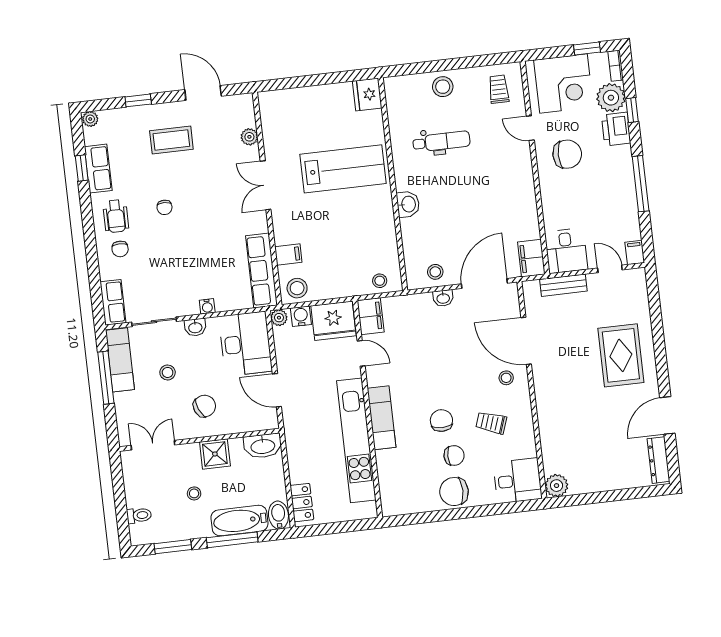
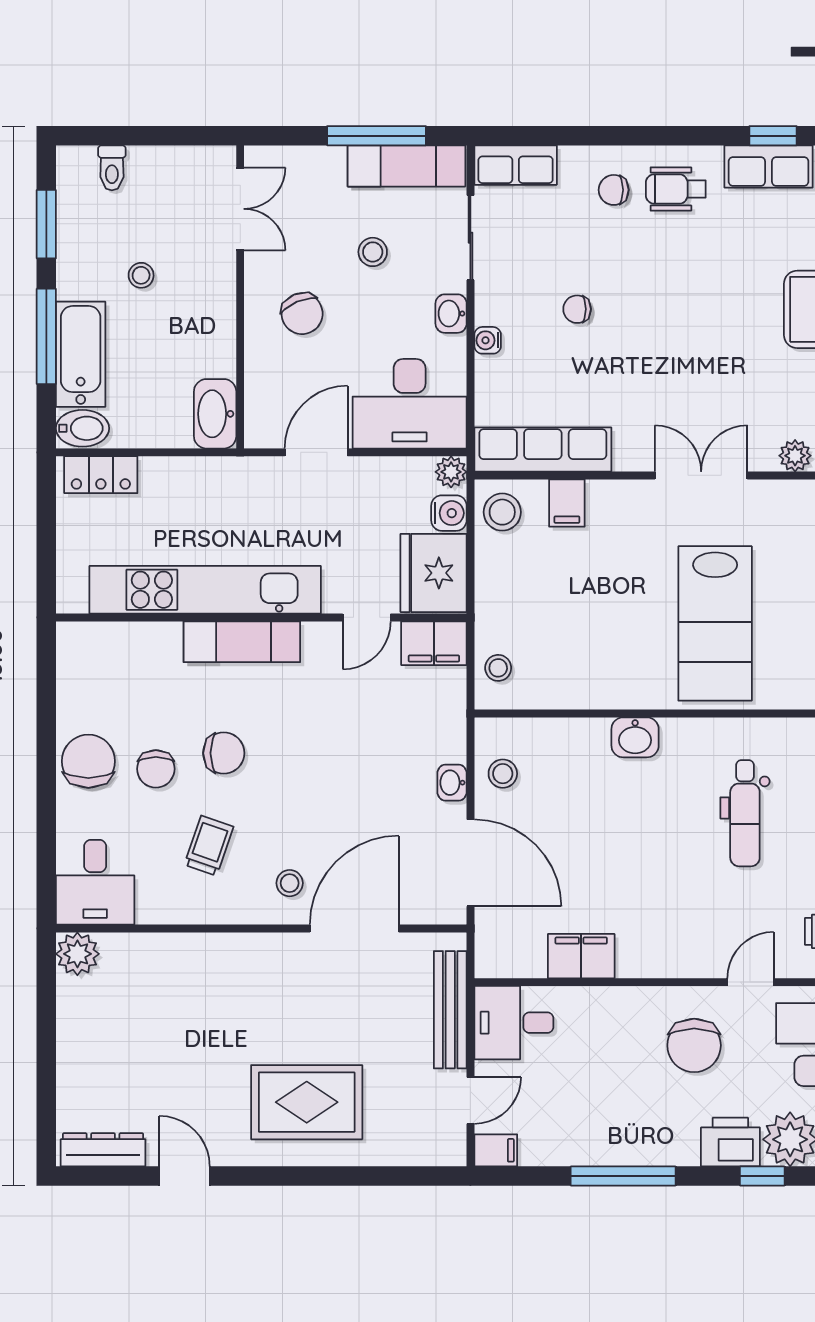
chair: (165, 207) -> (577, 309), moved
filing cabinet: (531, 258) -> (581, 956), moved
bench: (563, 285) -> (450, 1010), width x1.36
door: (667, 415) -> (184, 1176), width x0.73
shower: (215, 454) -> (210, 323), removed

